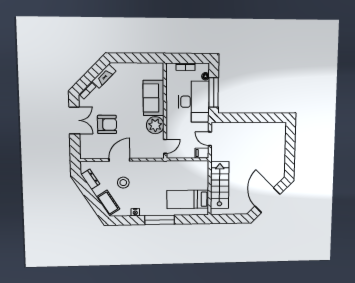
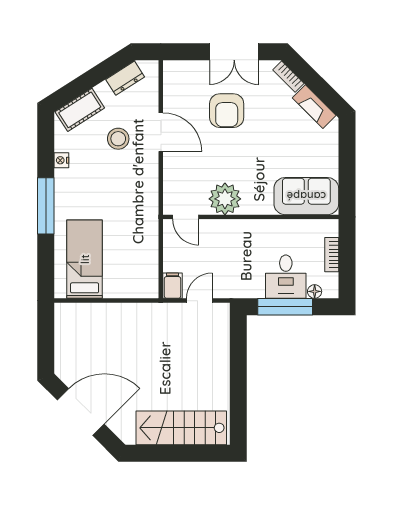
sofa: (154, 98) -> (306, 196), moved
desk: (194, 102) -> (286, 277), width x0.53, depth x0.77
stairs: (220, 185) -> (181, 428), moved, turned 180

